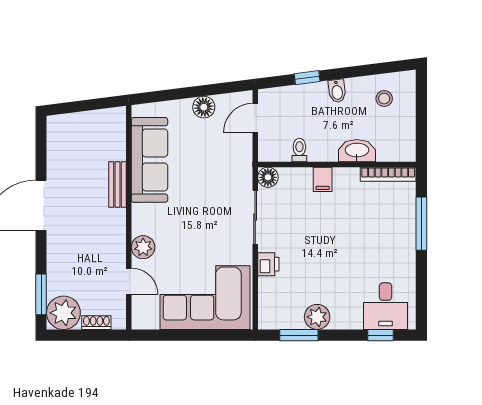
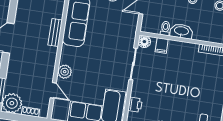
washbasin: (357, 151) -> (181, 31), moved
filing cabinet: (323, 179) -> (162, 45), moved
printer: (268, 264) -> (135, 105), moved

